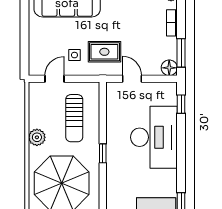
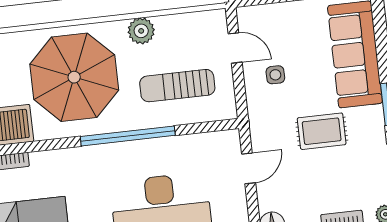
rug: (104, 52) -> (322, 131), moved, turned 90
window: (103, 153) -> (128, 136), width x3.17

